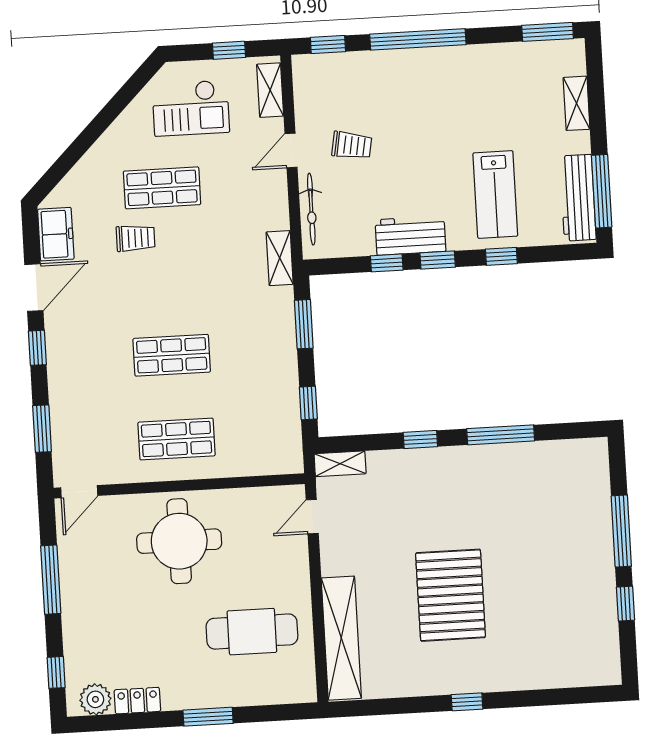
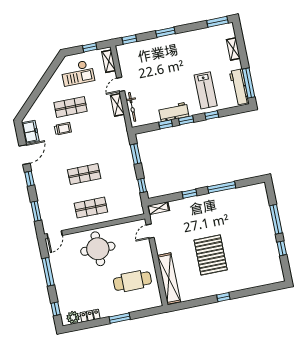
window: (418, 39) -> (165, 32), width x0.47
trolley: (352, 145) -> (145, 79), removed
shelving: (280, 258) -> (117, 105), moved

